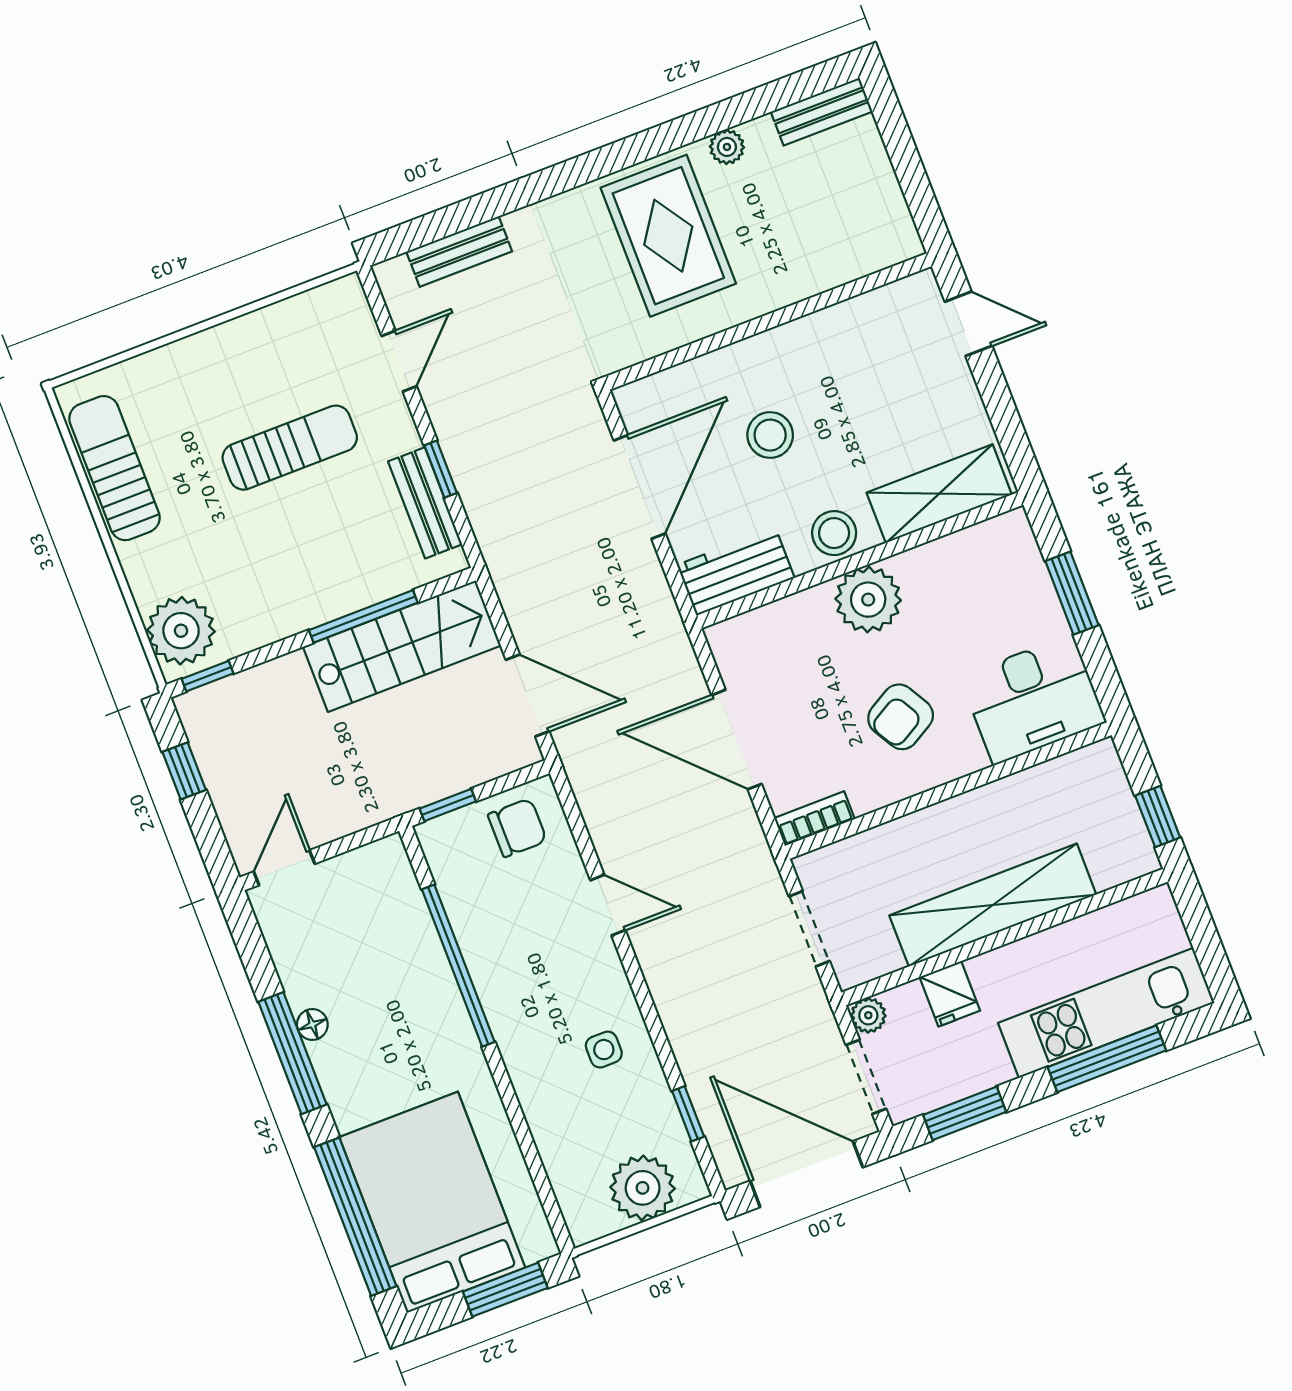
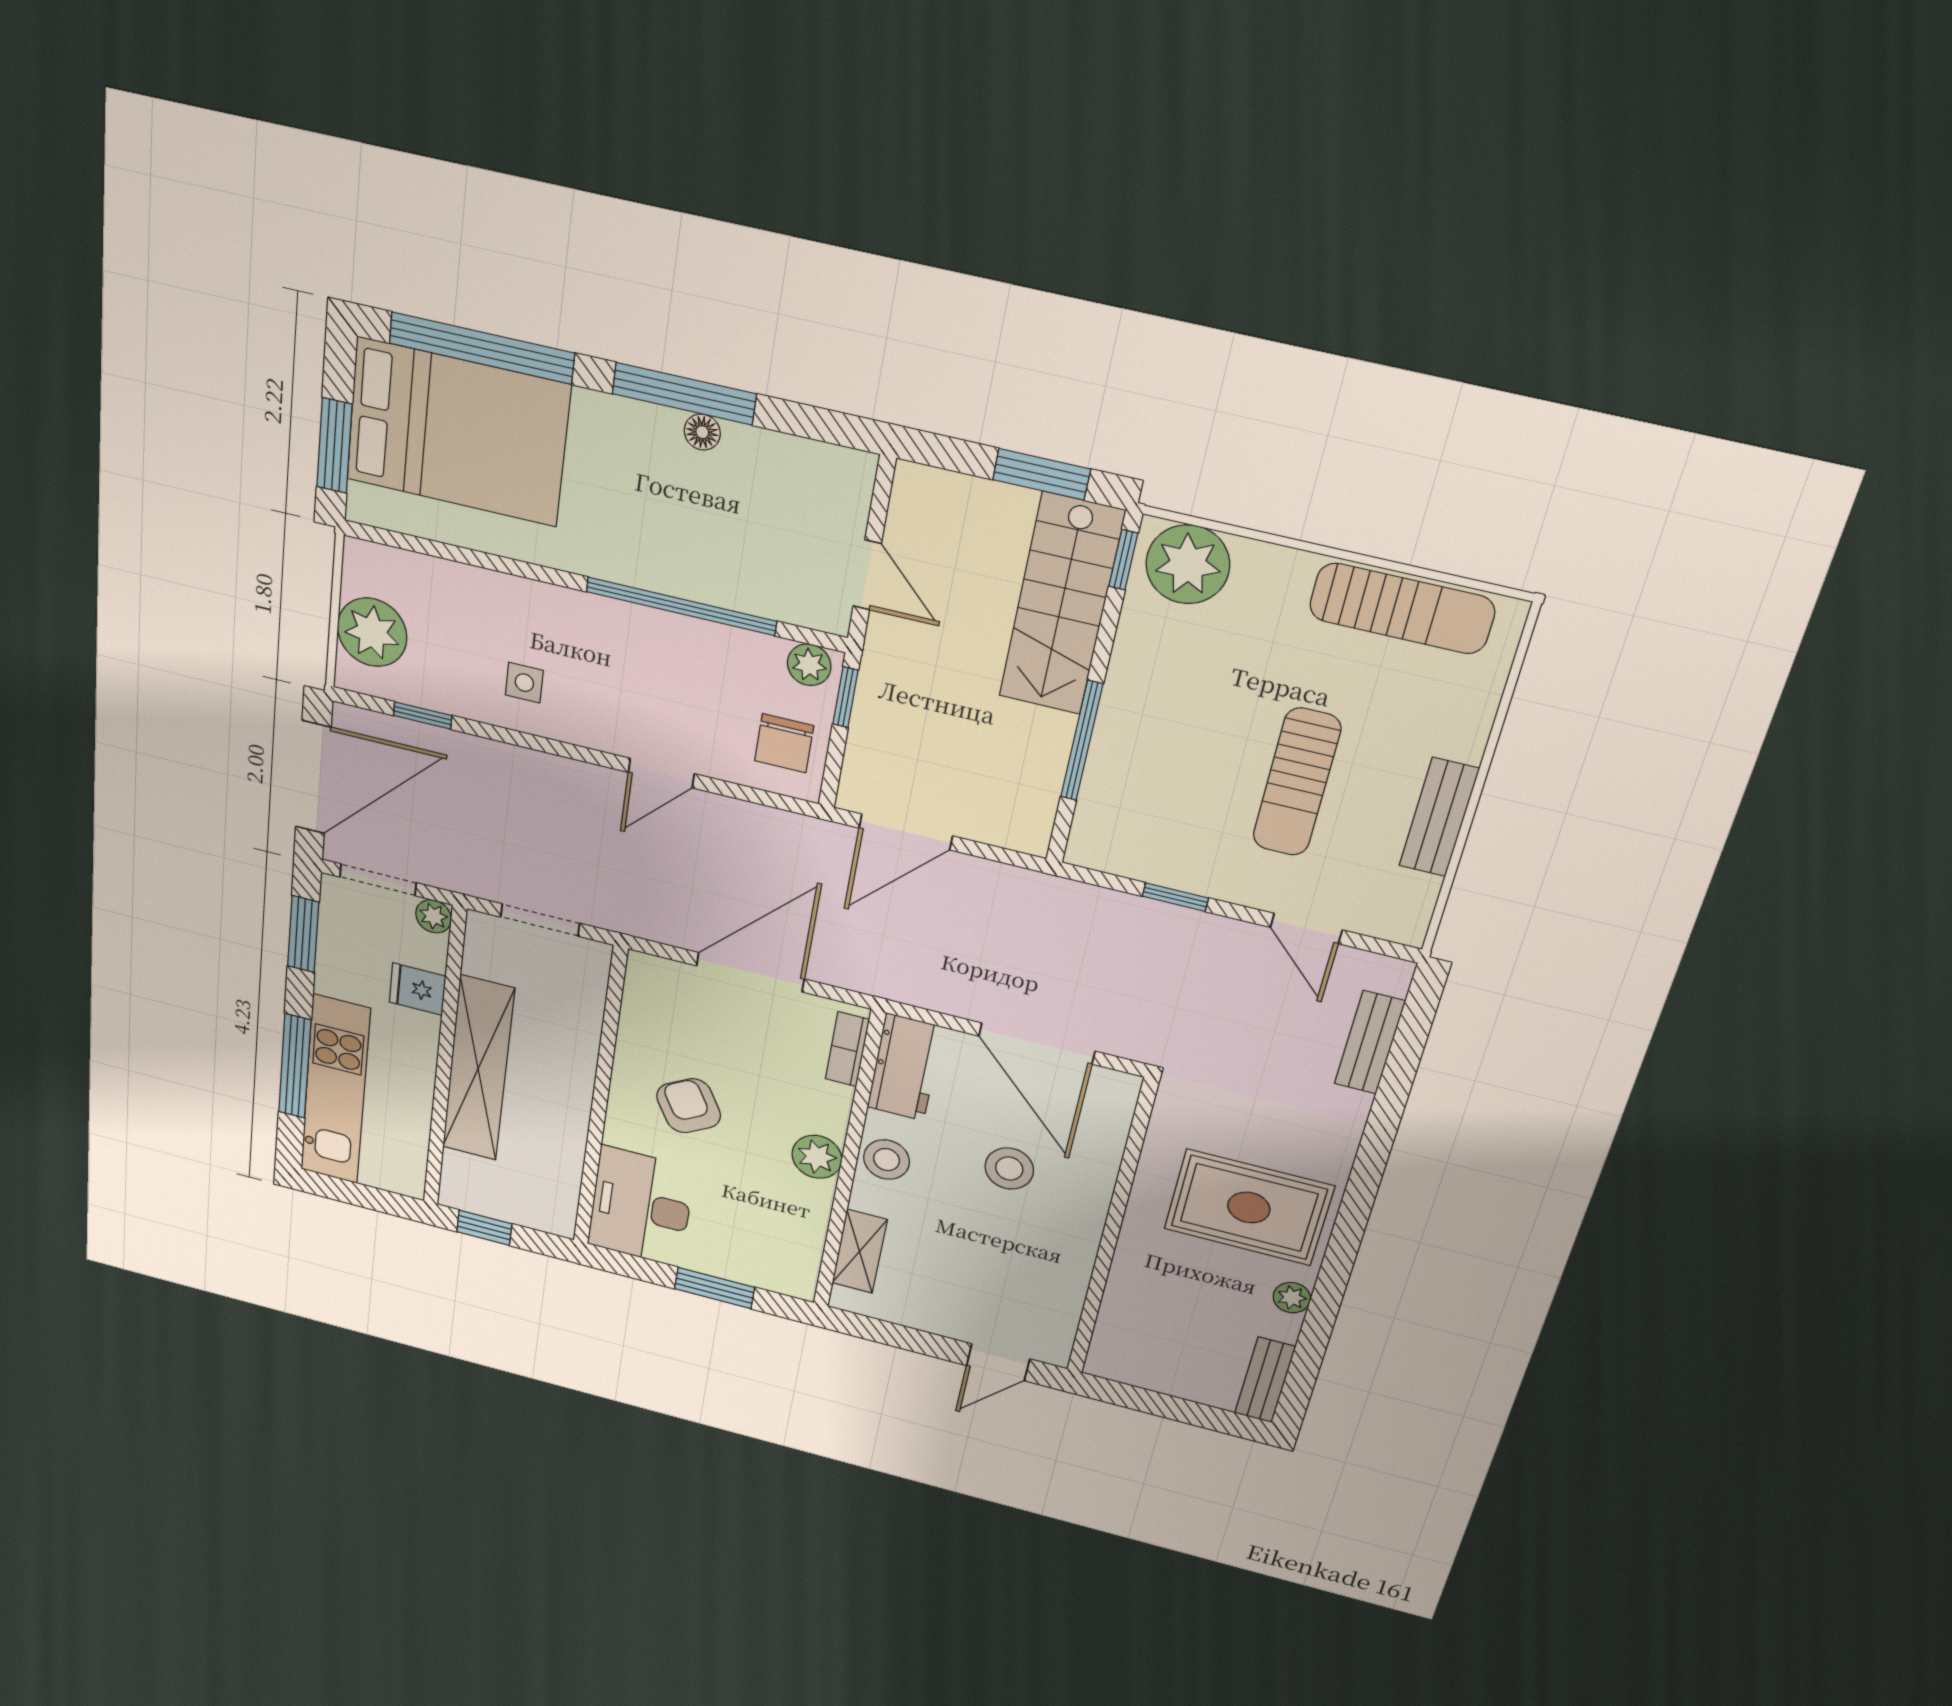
shelving: (939, 494) -> (860, 1251), width x0.67, depth x0.75
bench: (425, 503) -> (1439, 817), moved, turned 90
plant: (868, 600) -> (817, 1157), width x0.73, depth x0.73
stairs: (402, 646) -> (1061, 605), moved
window: (184, 771) -> (1042, 474), width x1.50
bookcase: (814, 819) -> (847, 1049), moved, turned 180
plant: (440, 846) -> (809, 665), added
door: (284, 868) -> (867, 575), moved

